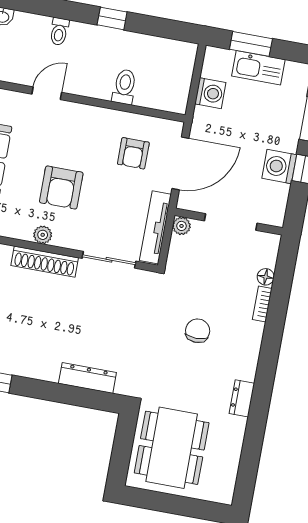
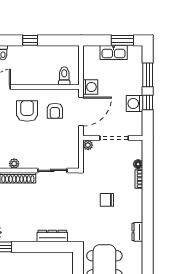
window: (251, 44) -> (122, 40), moved
toilet: (124, 87) -> (64, 76), moved
washing machine: (210, 93) -> (90, 87), moved
armchair: (61, 188) -> (27, 111), moved, turned 180
tv unit: (155, 227) -> (74, 148), removed
chair: (198, 331) -> (107, 200), turned -90

